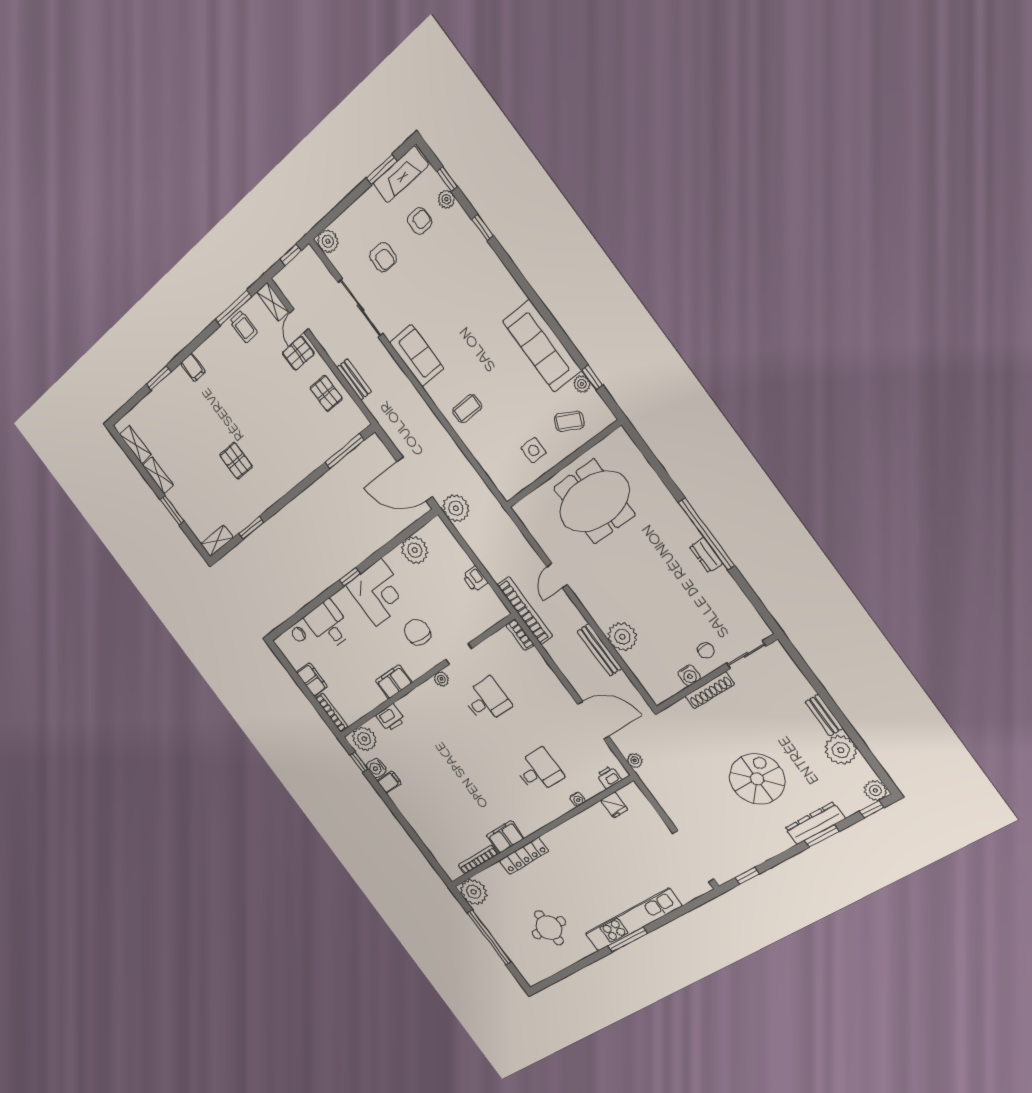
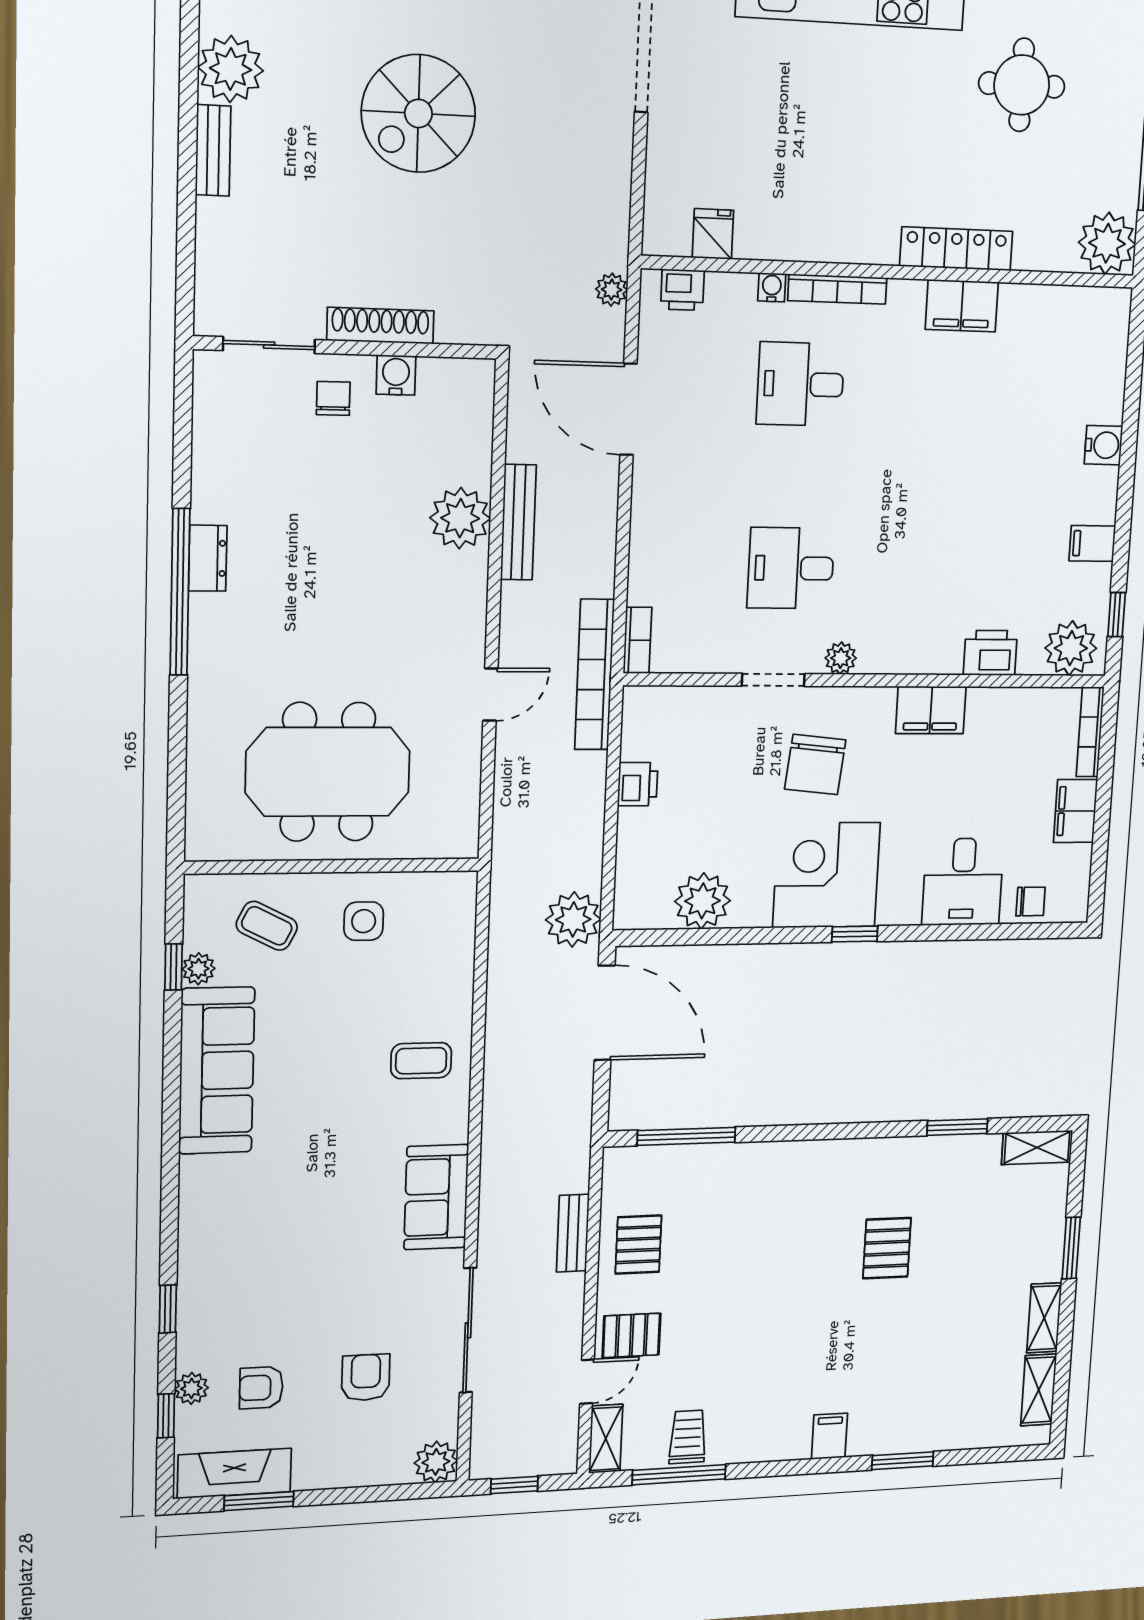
water cooler: (376, 768) -> (1103, 445), moved
bookcase: (478, 860) -> (837, 289), moved

